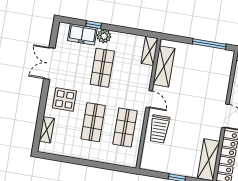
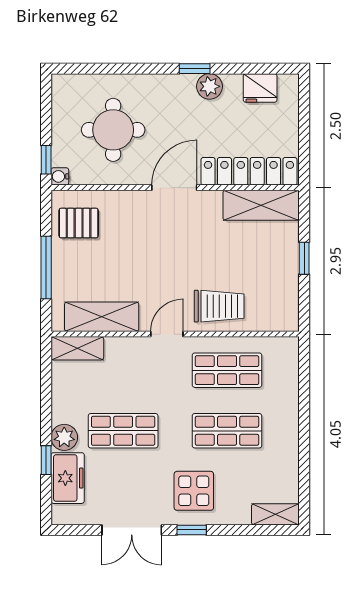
window: (209, 44) -> (46, 268), moved
pallet: (215, 63) -> (79, 223), added
window: (44, 95) -> (192, 530), added
shelving: (47, 130) -> (275, 514), moved

